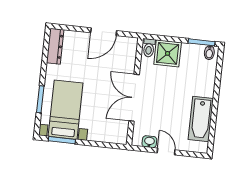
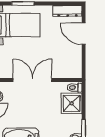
door: (104, 32) -> (84, 34), moved

